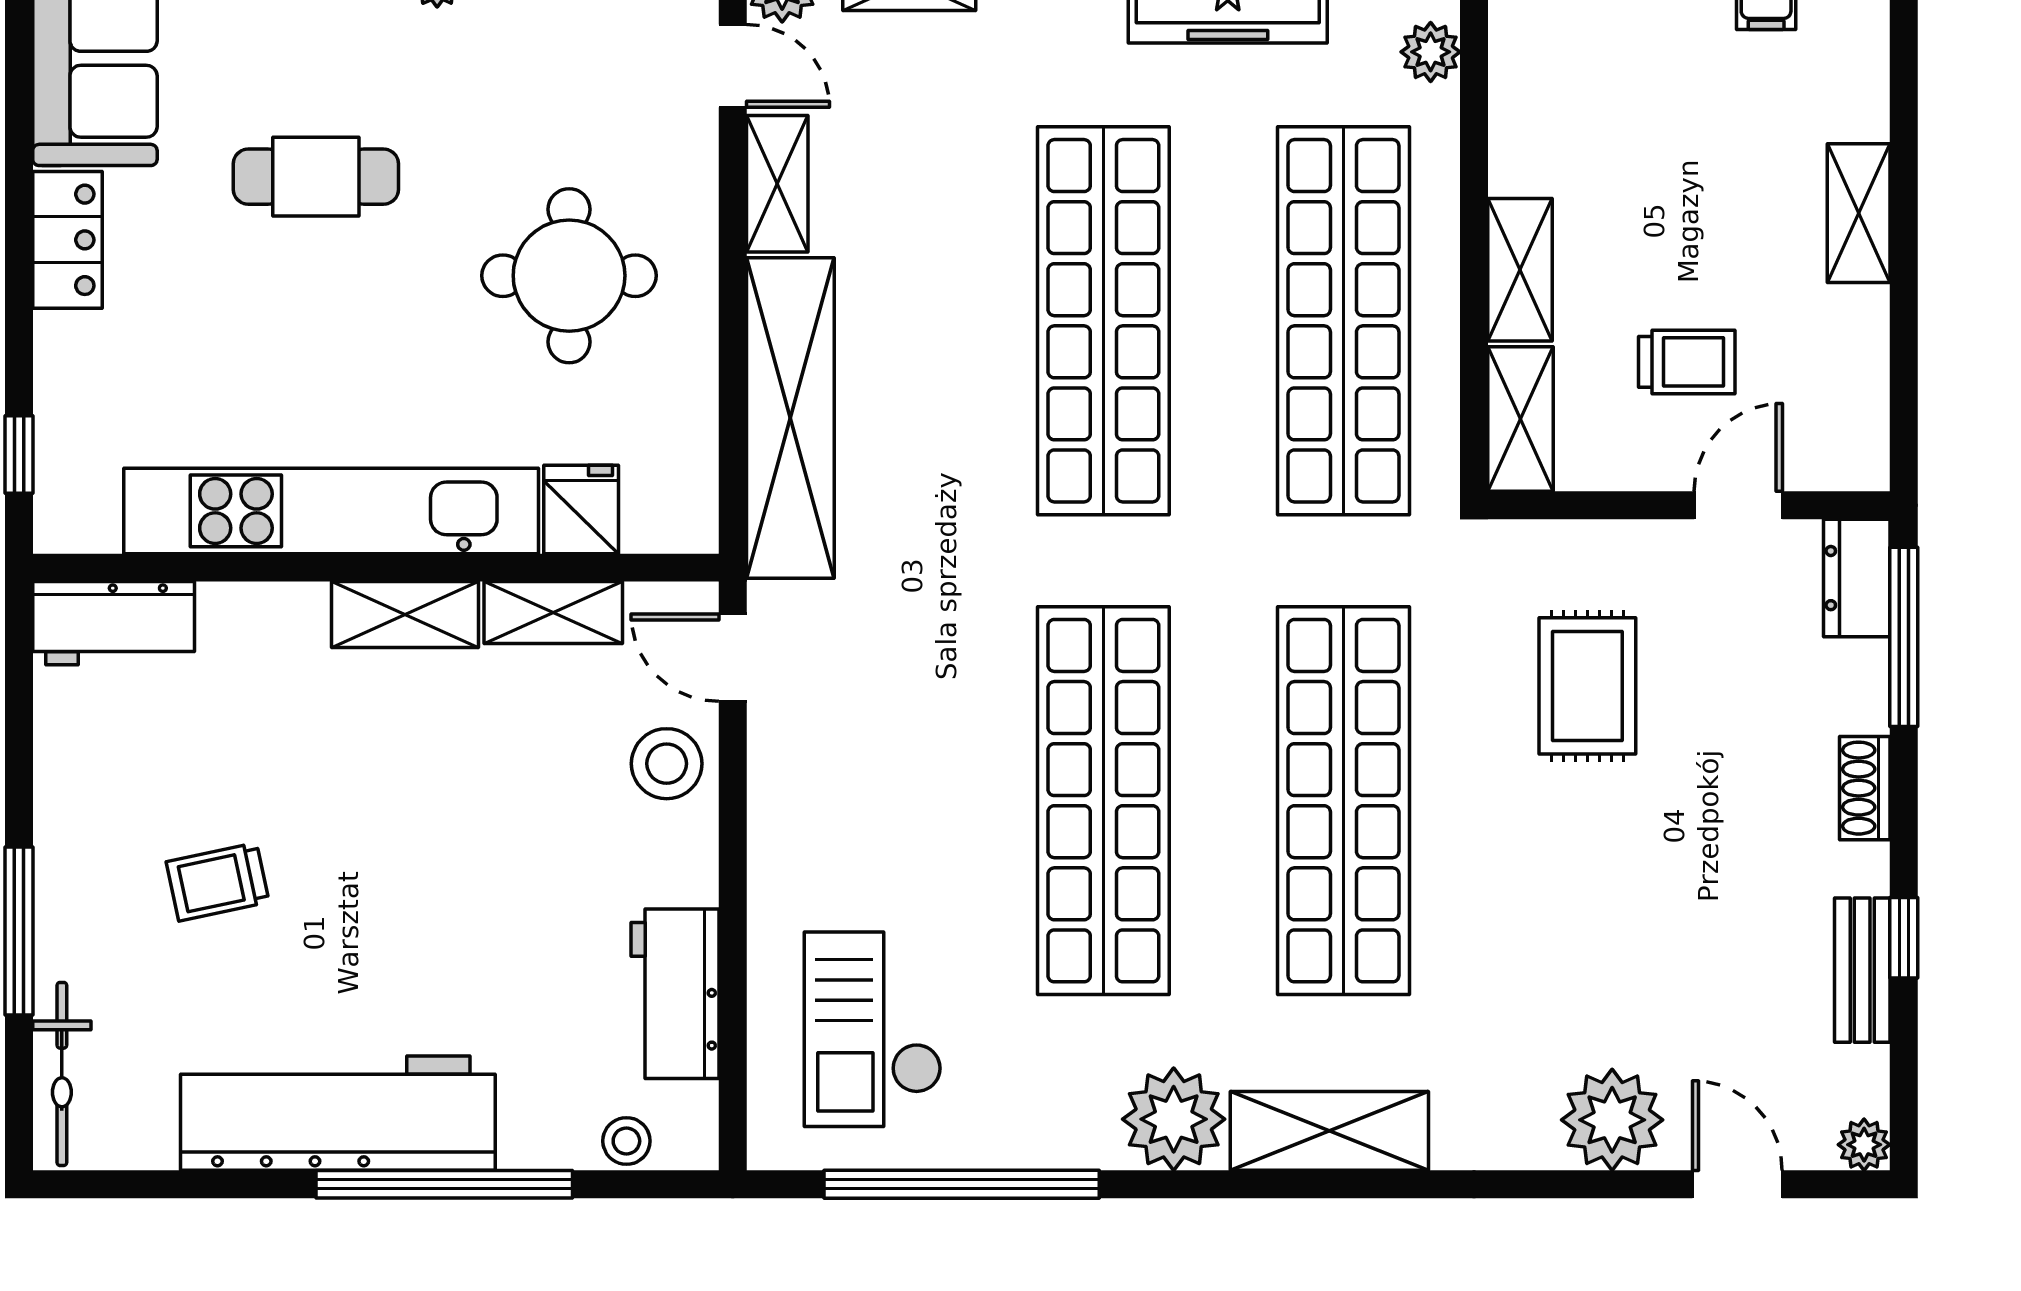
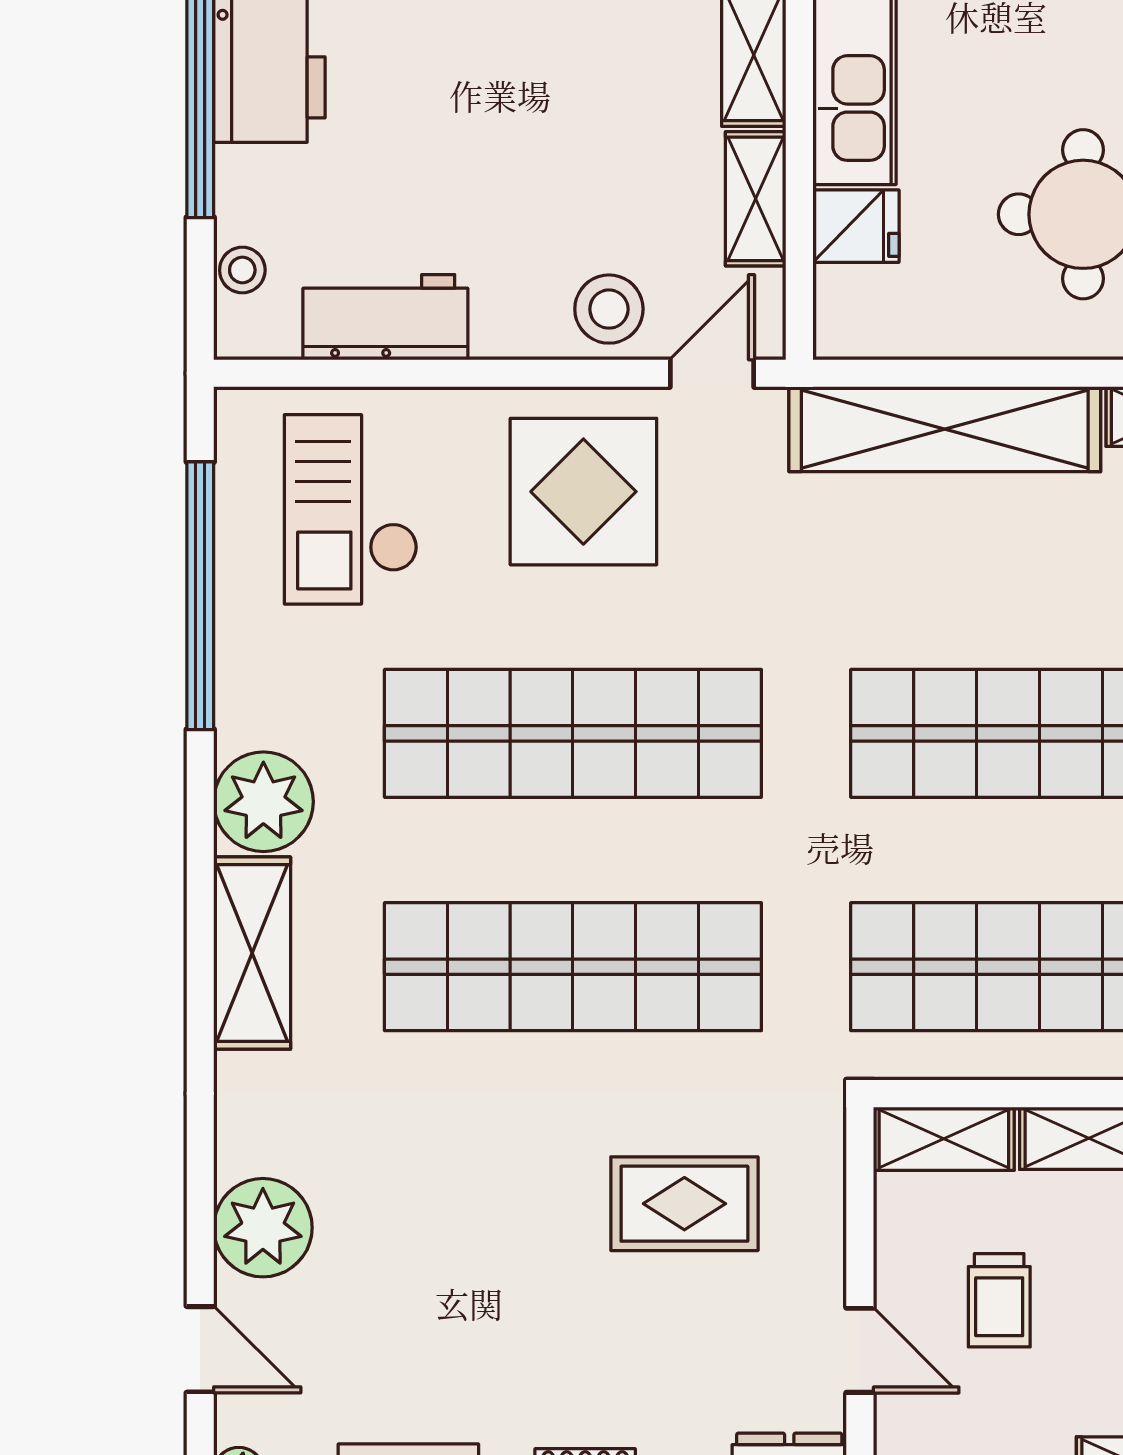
display table: (854, 790) -> (583, 492), added
checkout: (873, 1029) -> (351, 509), turned -90
door: (1737, 1184) -> (200, 1349), hinge flipped

